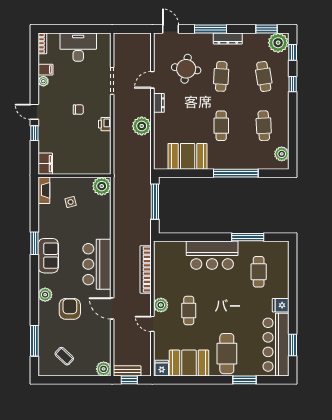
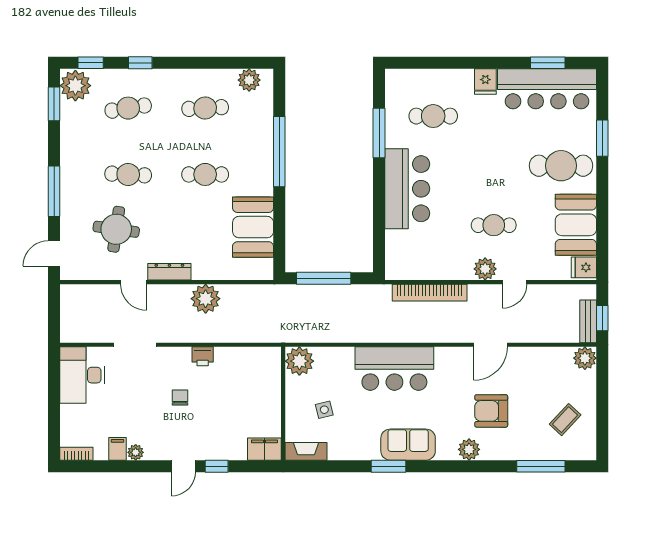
dresser: (228, 38) -> (69, 164), removed
desk: (78, 47) -> (82, 375), moved
dresser: (159, 103) -> (169, 272), width x1.44
bar counter: (97, 264) -> (394, 369), moved

